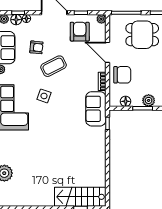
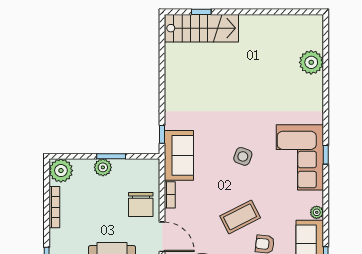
chair: (122, 75) -> (141, 204), turned -90
side table: (44, 96) -> (243, 156), moved
floor lamp: (126, 101) -> (136, 166), removed

